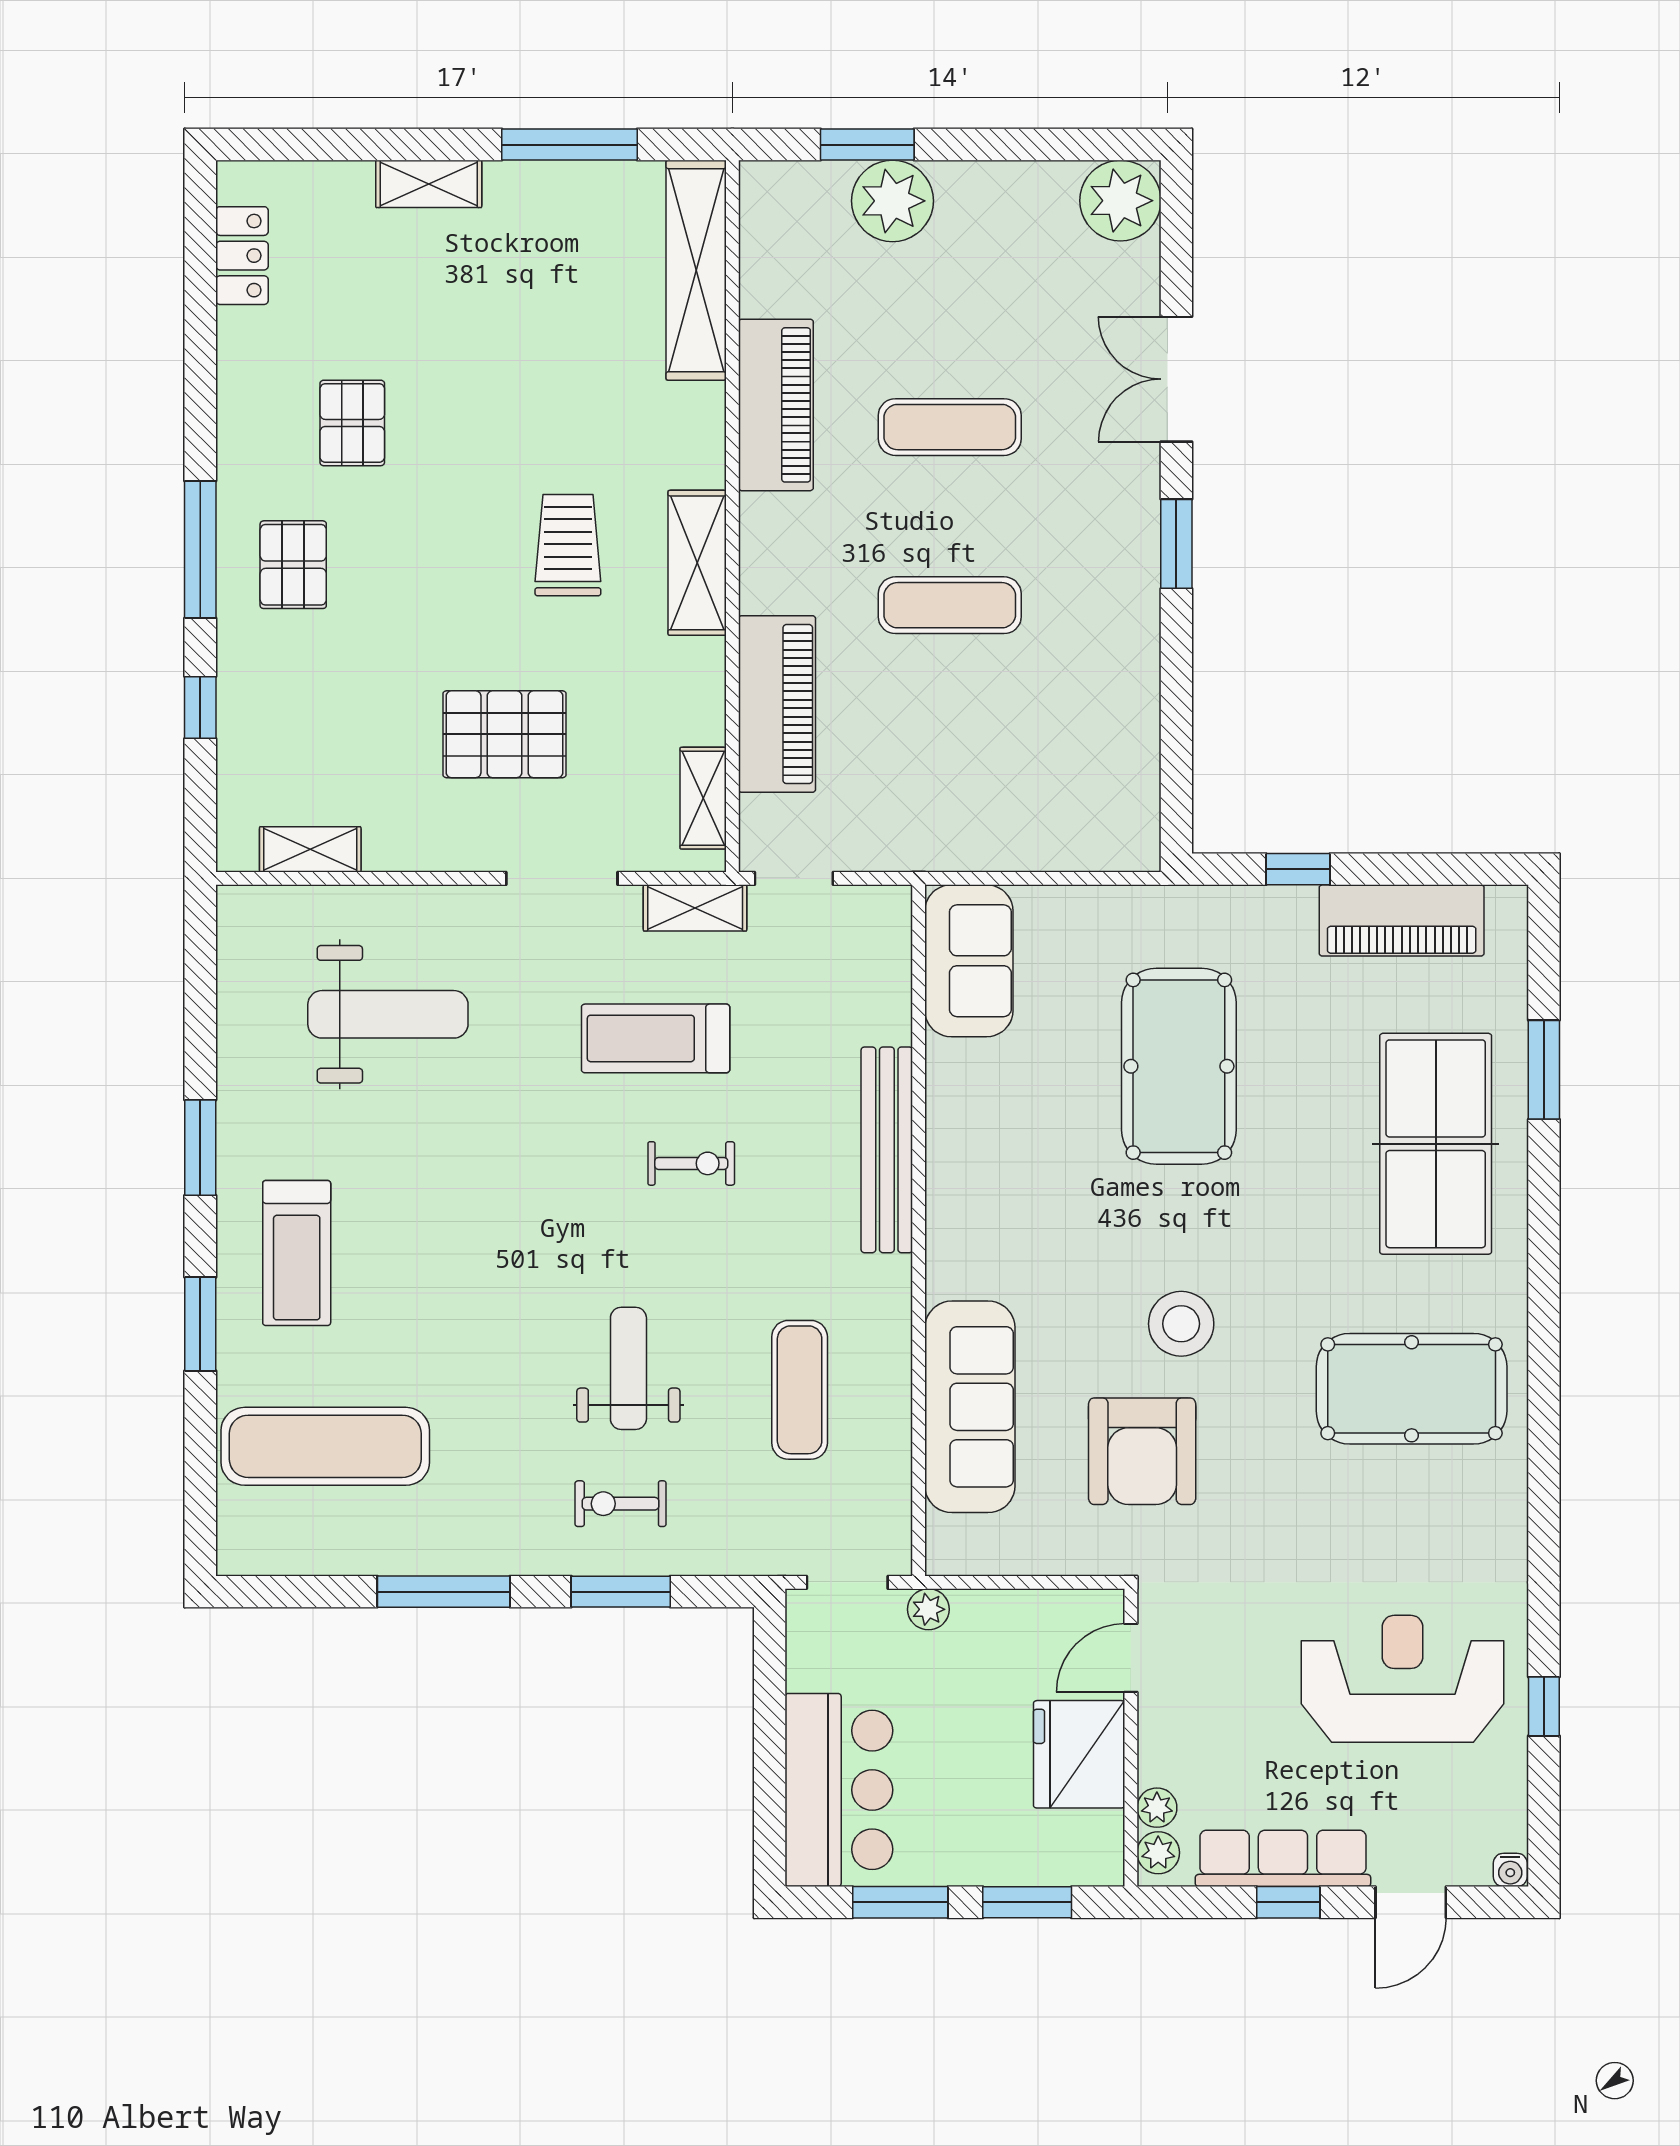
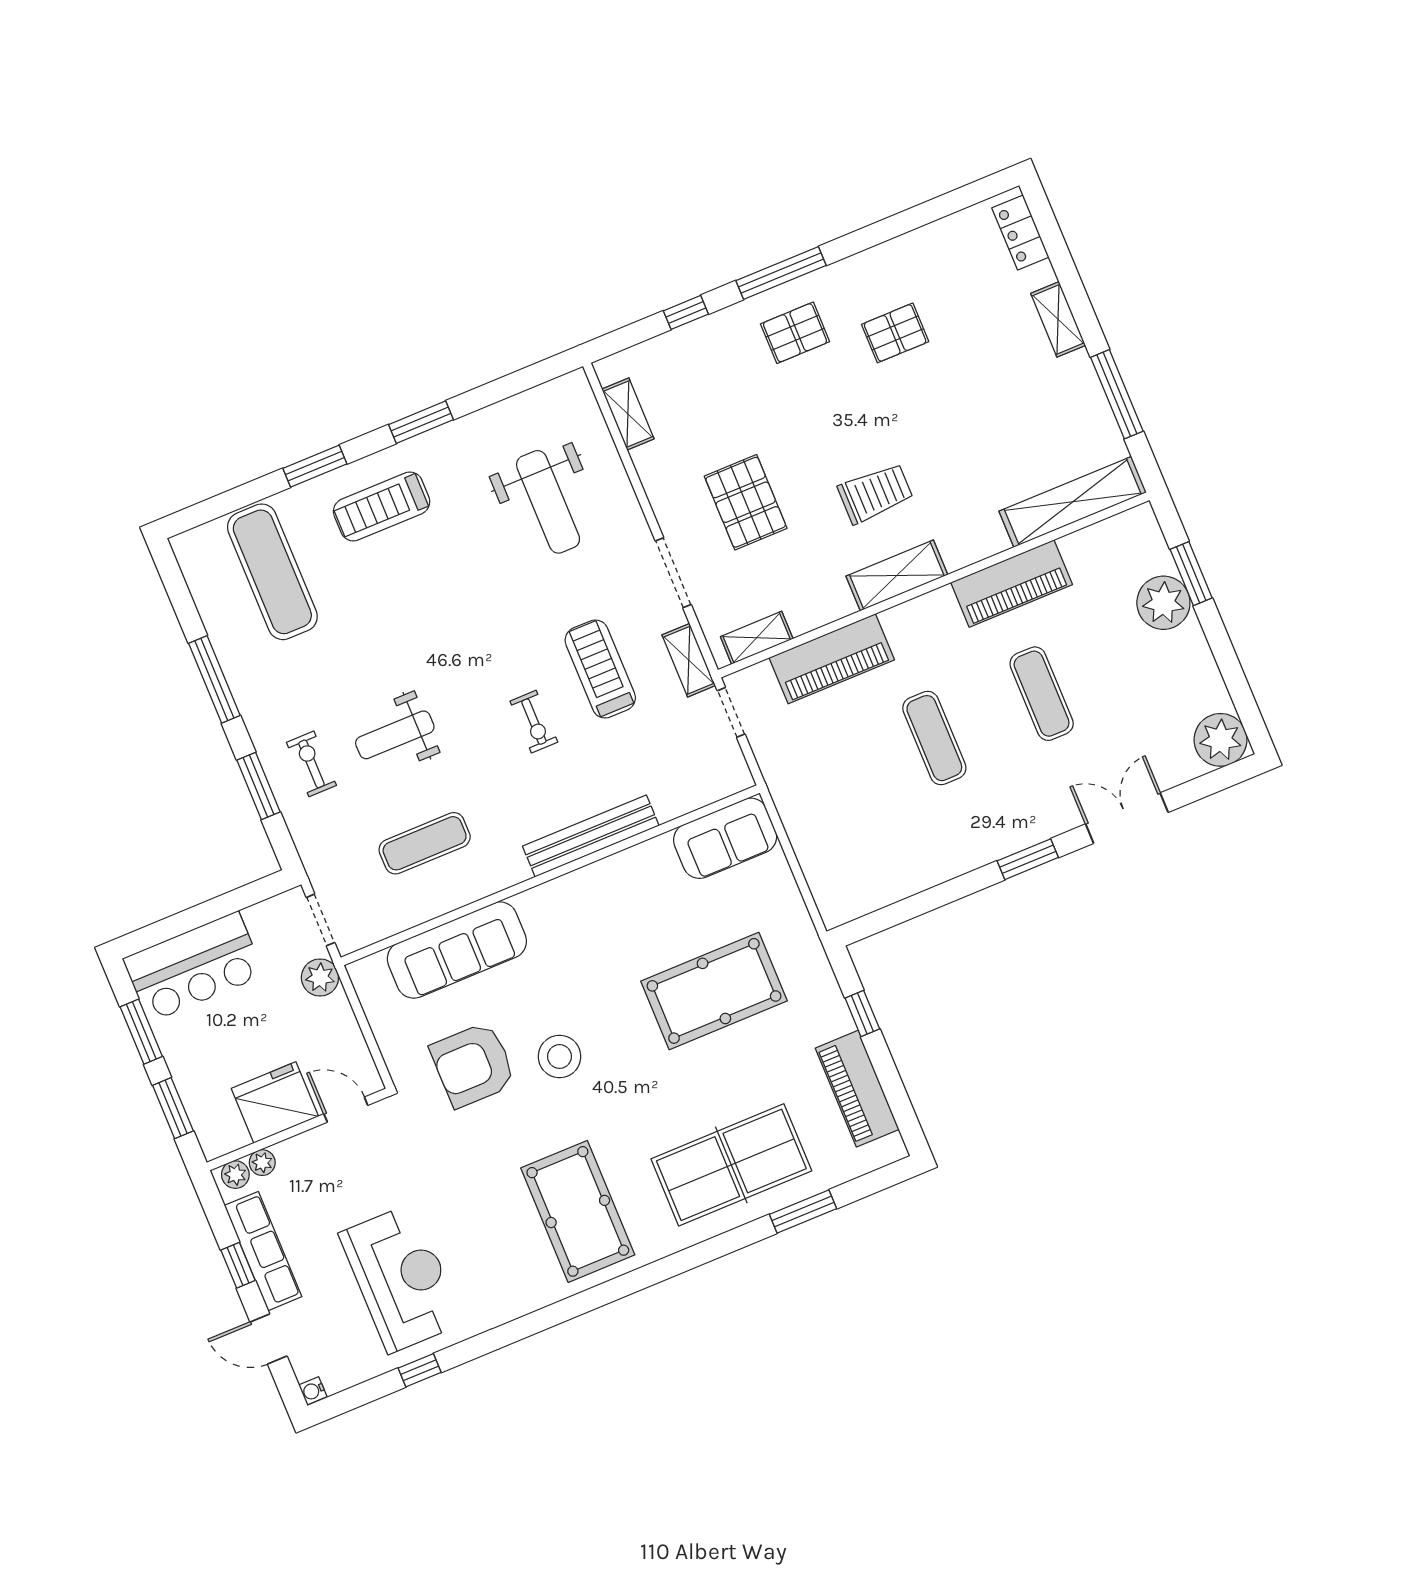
locker: (242, 256) -> (1020, 232), moved, turned 90
weight bench: (628, 1368) -> (395, 735), turned 180
plant: (928, 1609) -> (320, 977), width x1.38, depth x1.38

